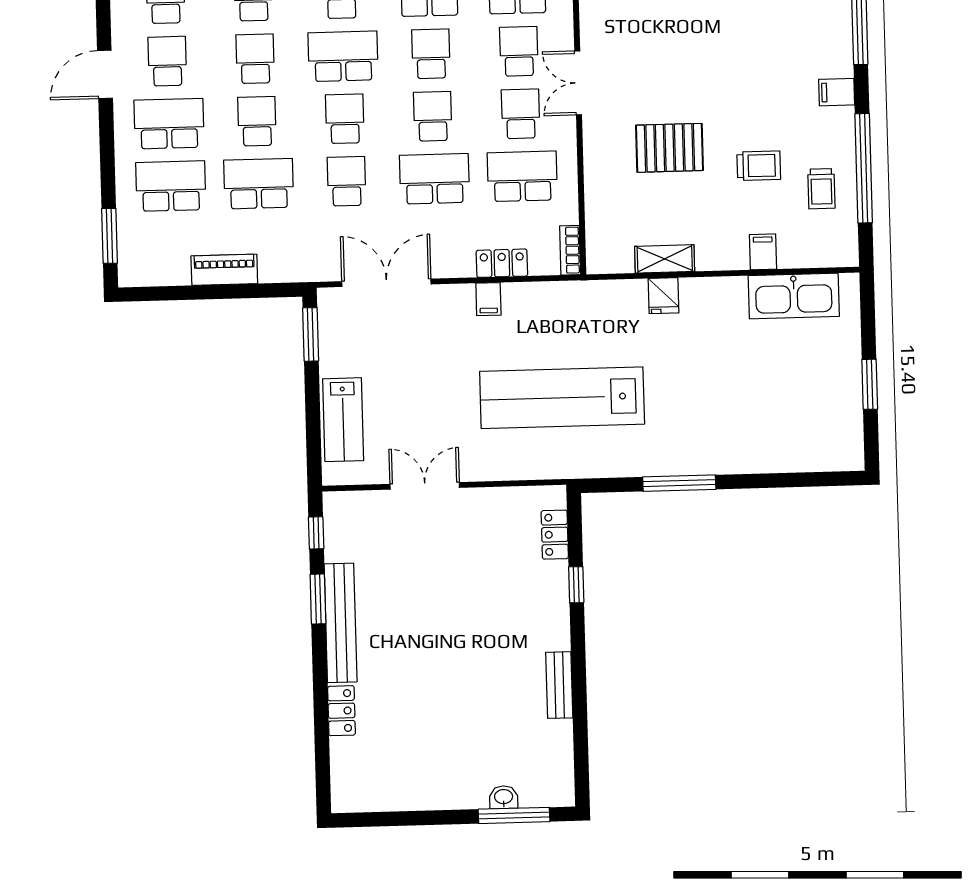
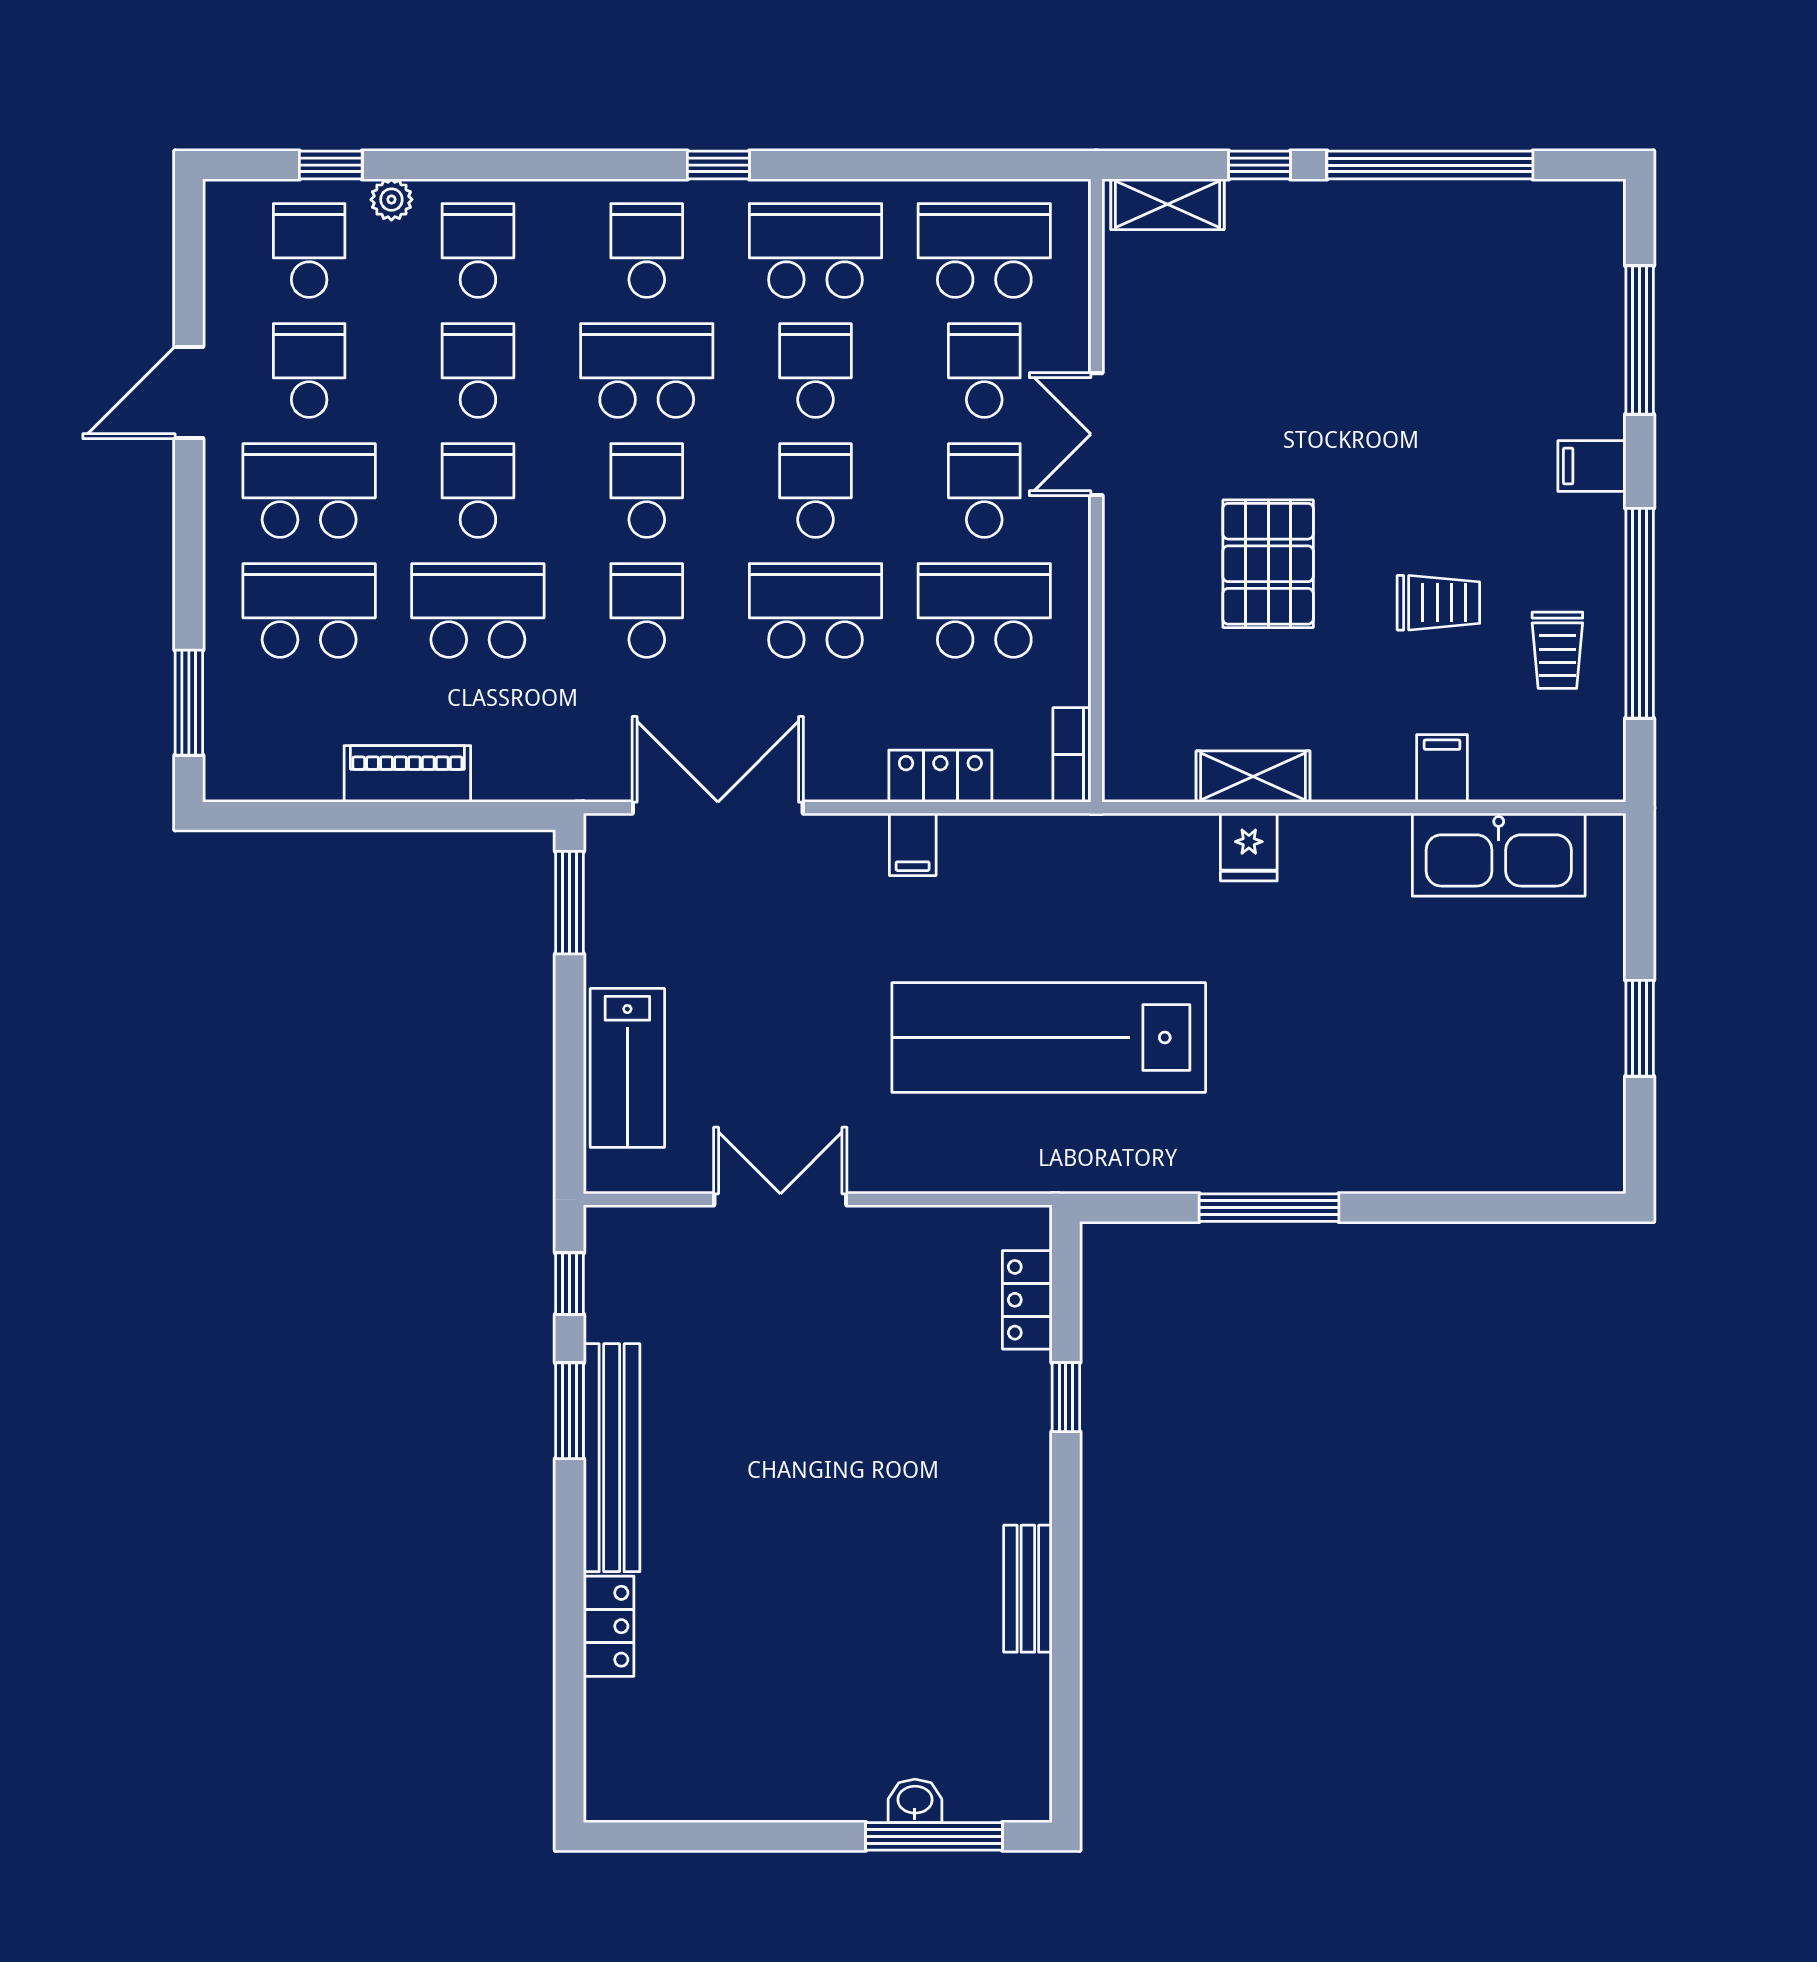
pallet: (669, 148) -> (1268, 564), turned 90

